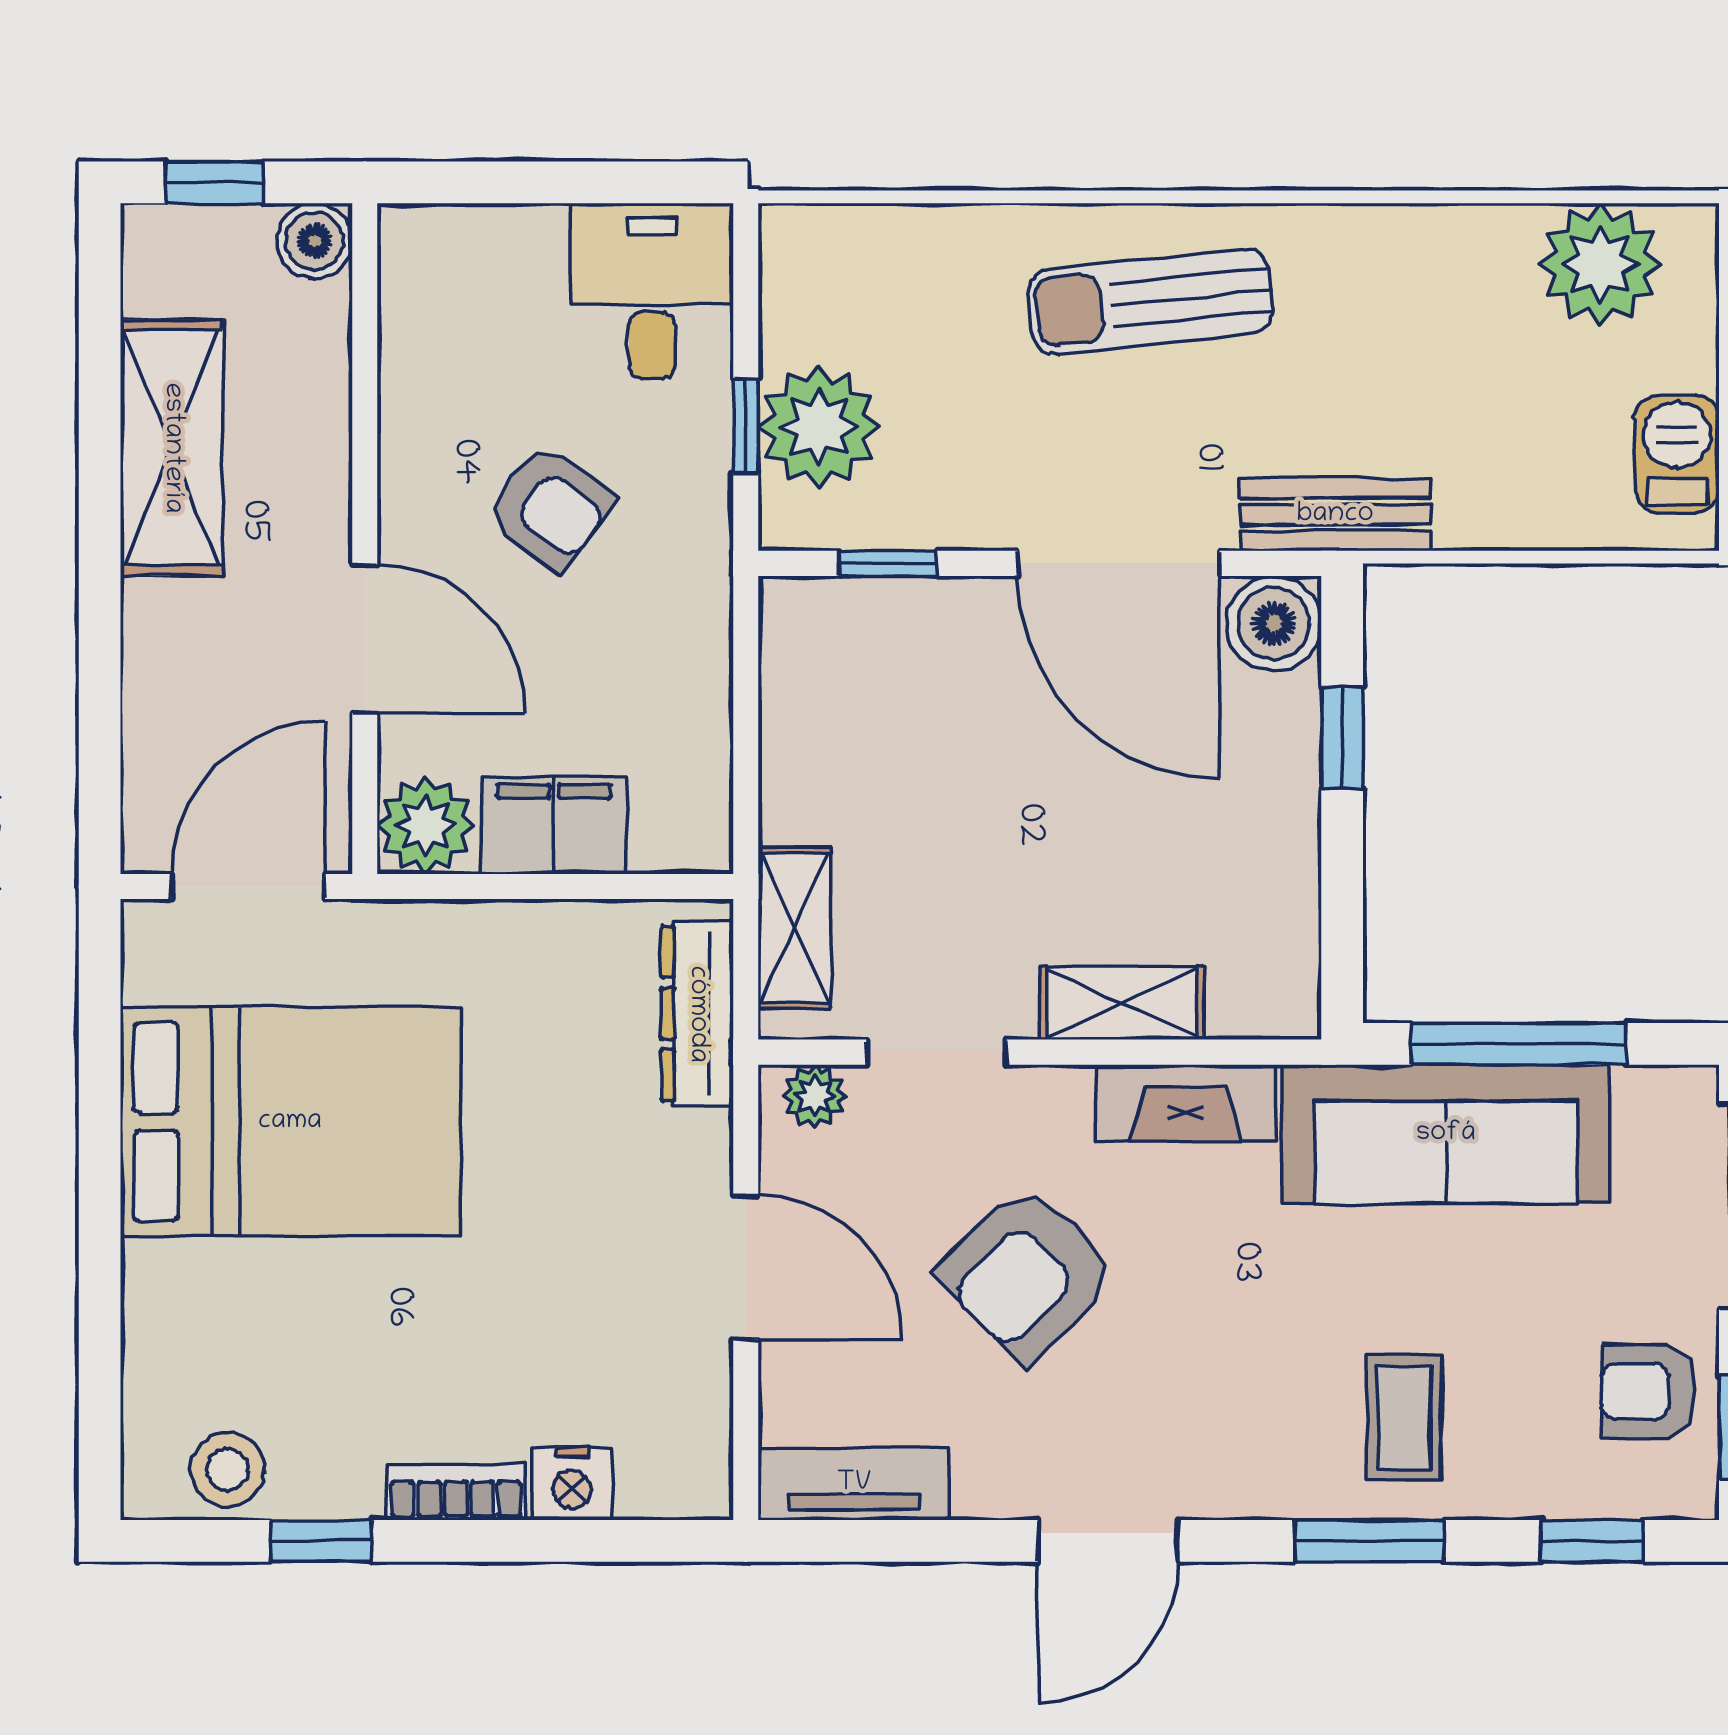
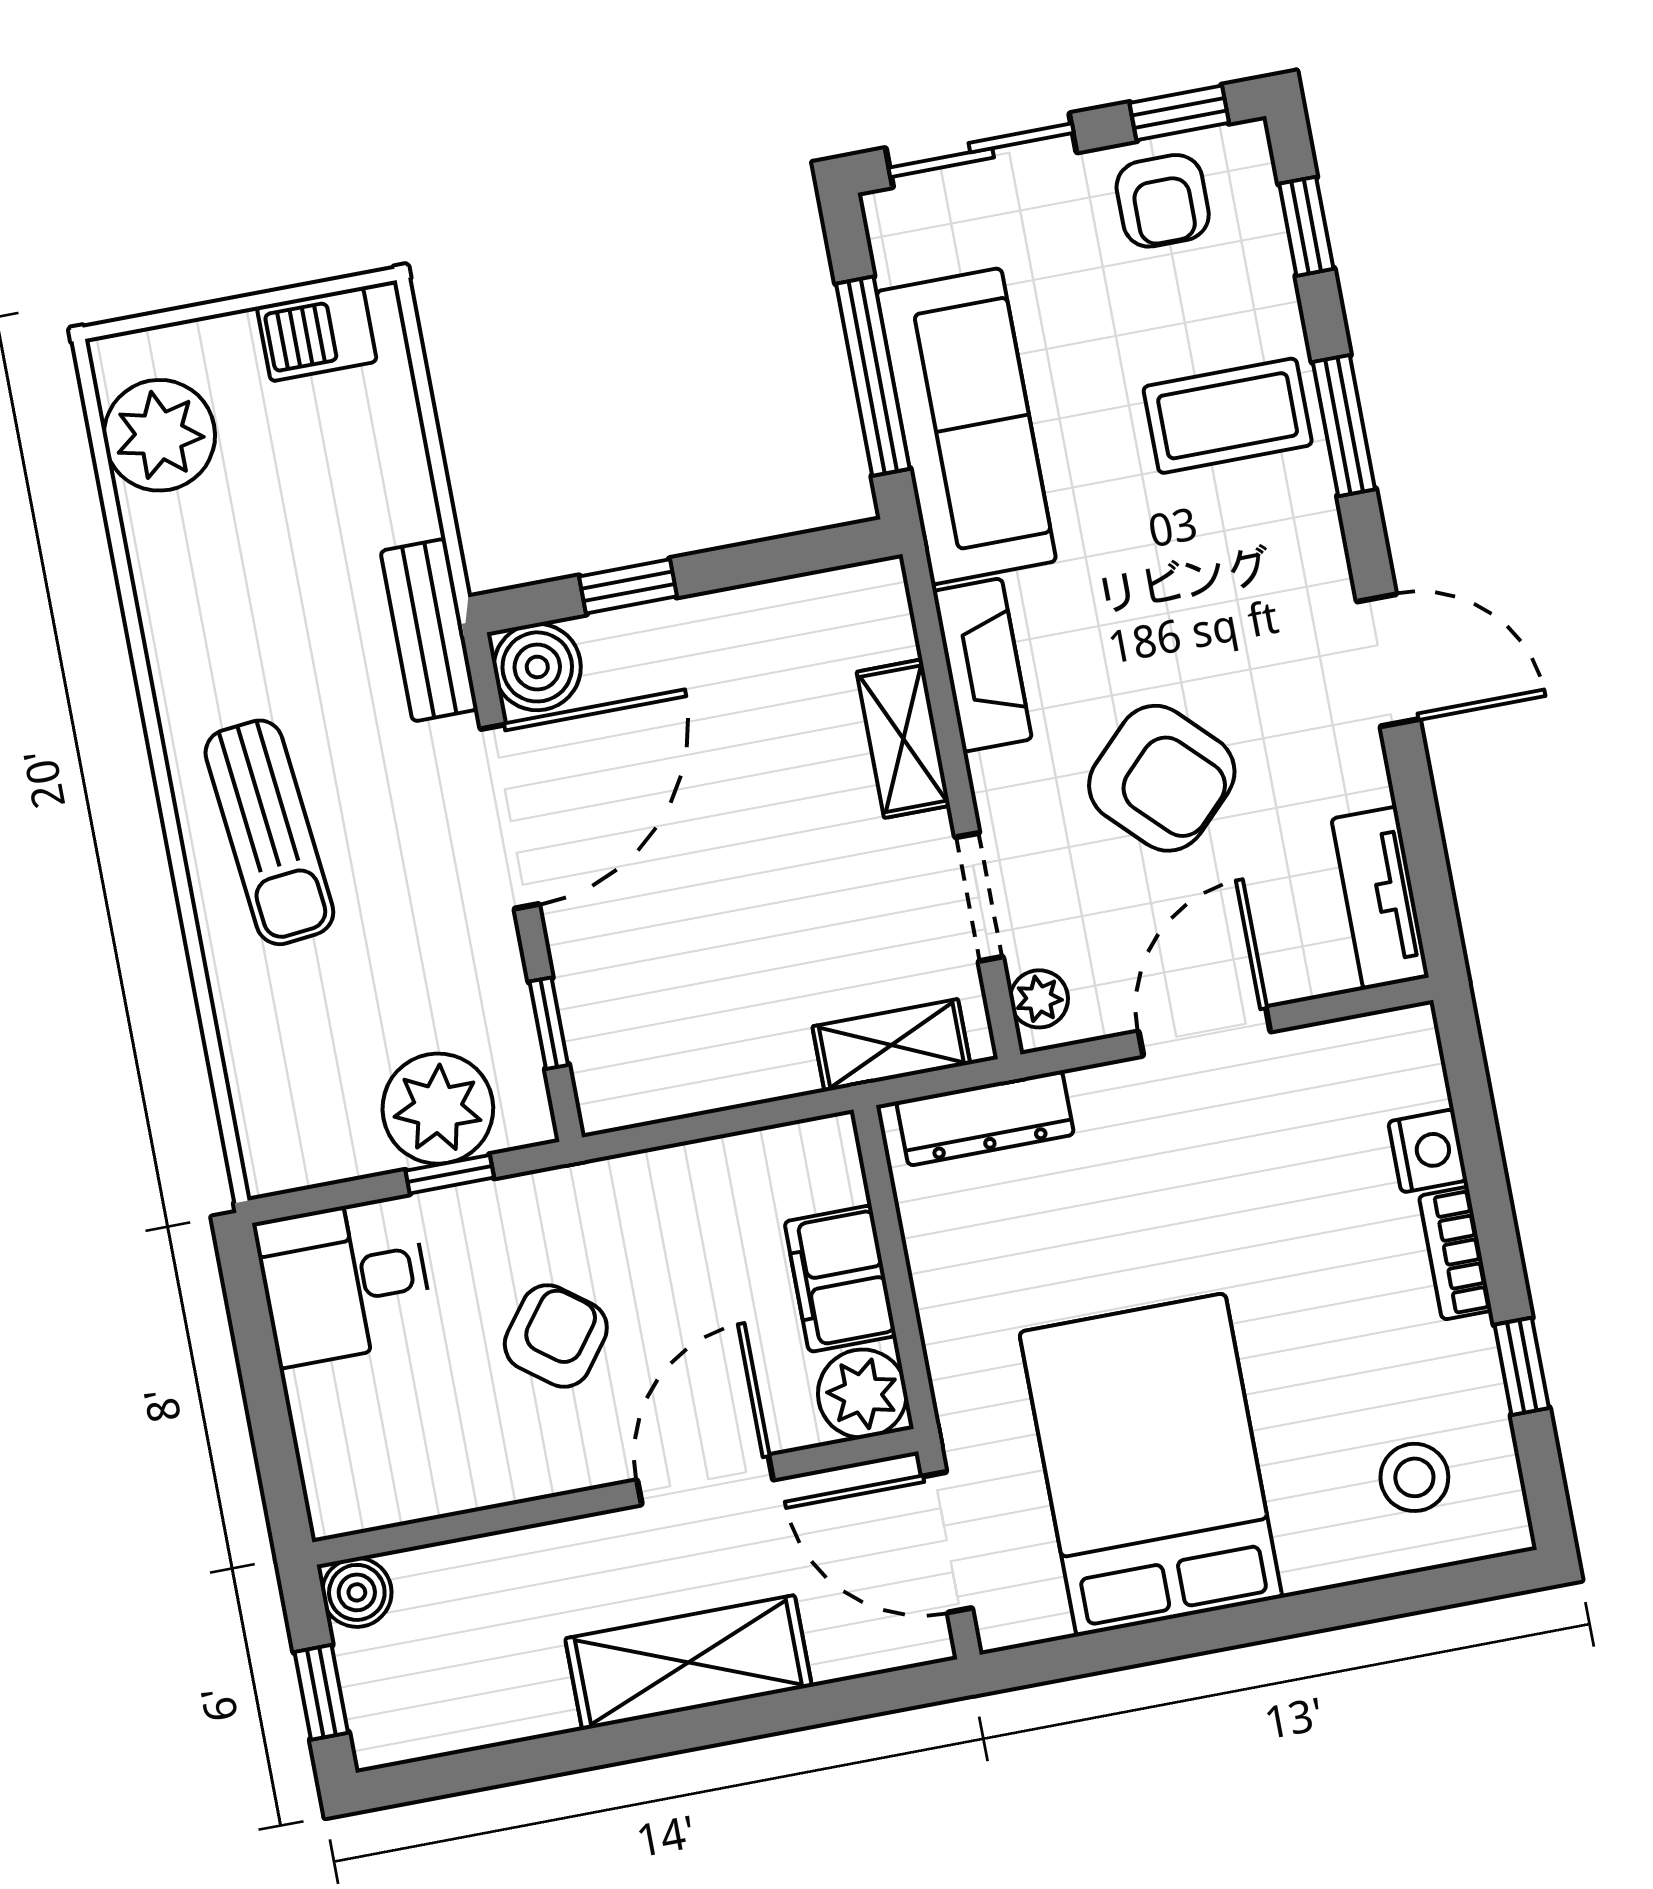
shelving: (172, 448) -> (688, 1662), moved
coffee table: (1404, 1418) -> (1228, 416), width x1.36, depth x1.30
stool: (228, 1470) -> (1414, 1477), moved

